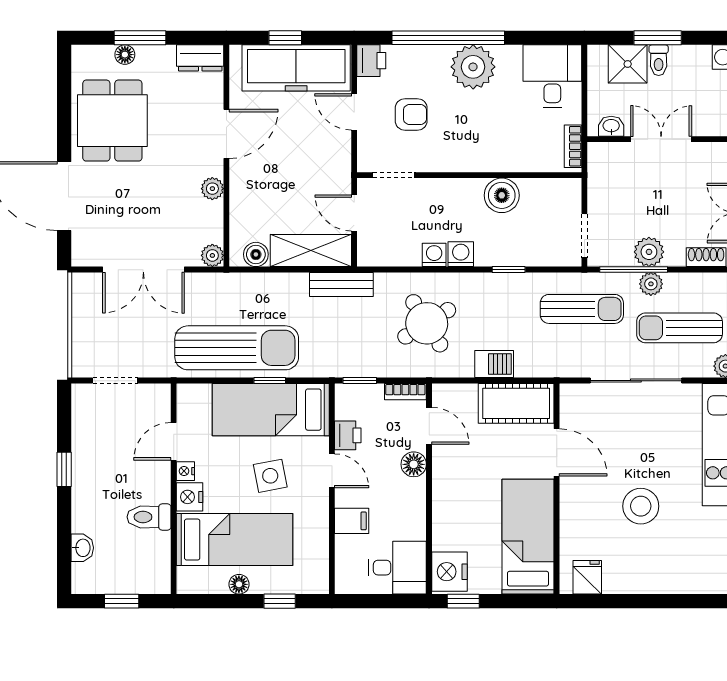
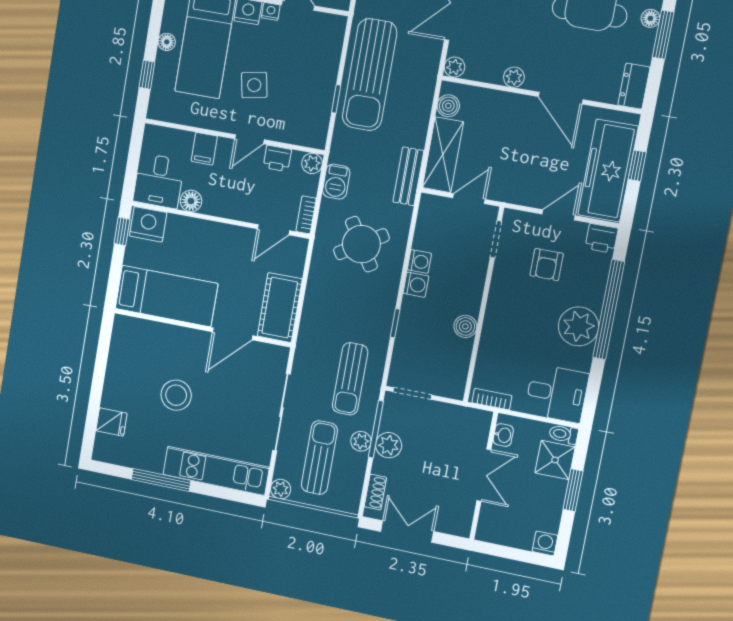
toilet: (659, 60) -> (564, 434), moved
boiler: (502, 195) -> (465, 326), width x0.73, depth x0.73
barbecue: (494, 364) -> (336, 182), moved
window: (360, 381) -> (322, 177), removed
plant: (346, 395) -> (312, 163), added
bed: (271, 410) -> (311, 95), removed
floor lamp: (414, 464) -> (191, 201), moved
fridge: (587, 577) -> (111, 422), moved

